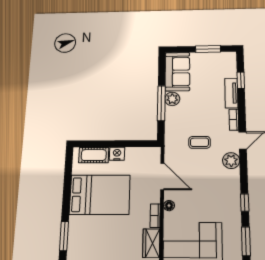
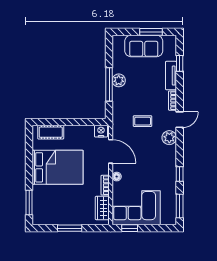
sofa: (177, 72) -> (144, 46), moved, turned 90
nightstand: (117, 154) -> (101, 131), moved

